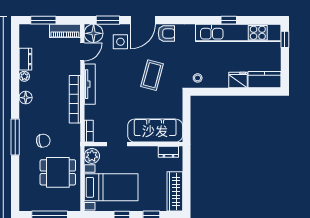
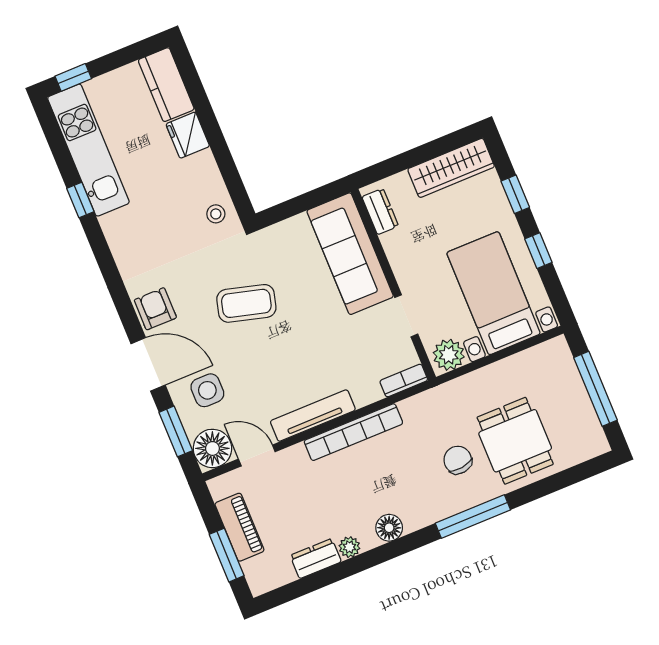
piano: (65, 31) -> (239, 527), moved
kitchen unit: (238, 33) -> (88, 150), width x0.73
dining table: (58, 172) -> (515, 441), moved

